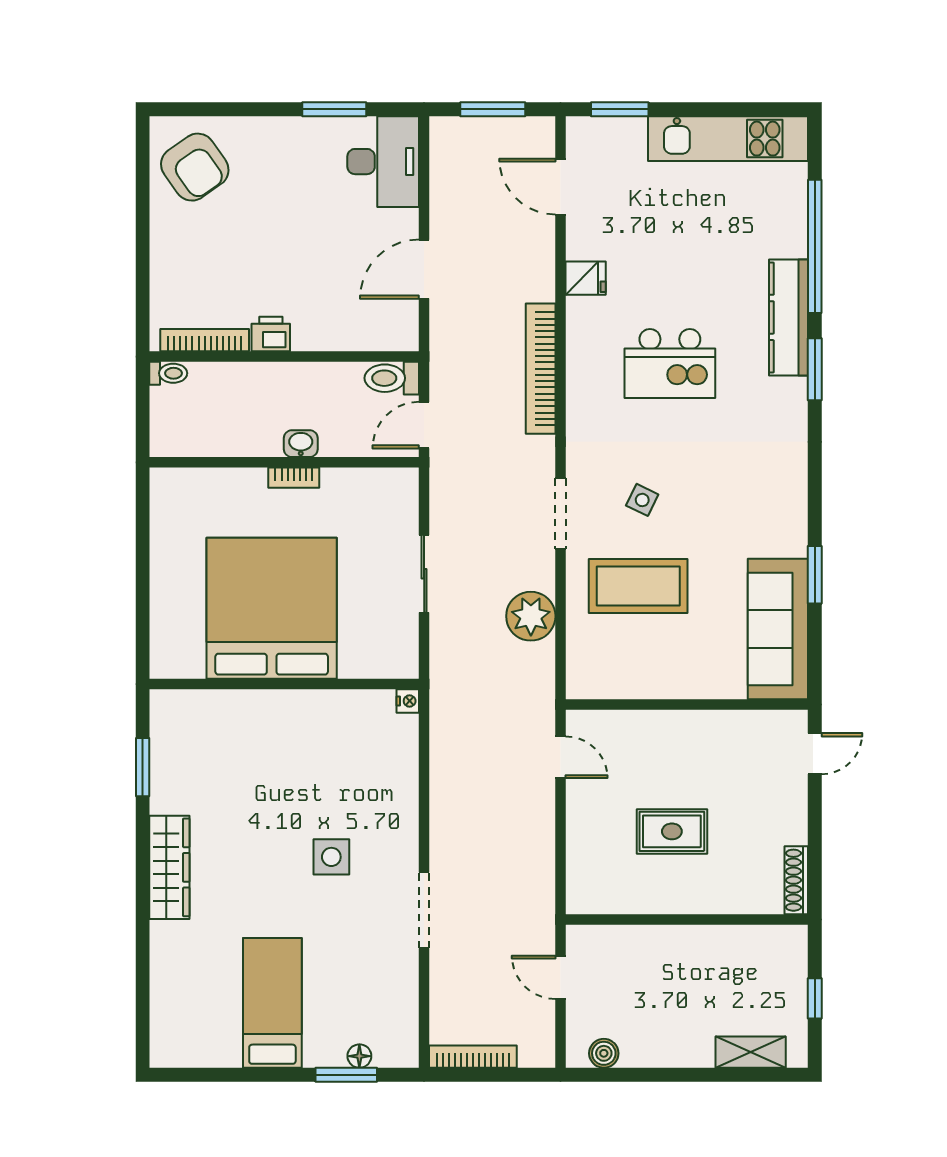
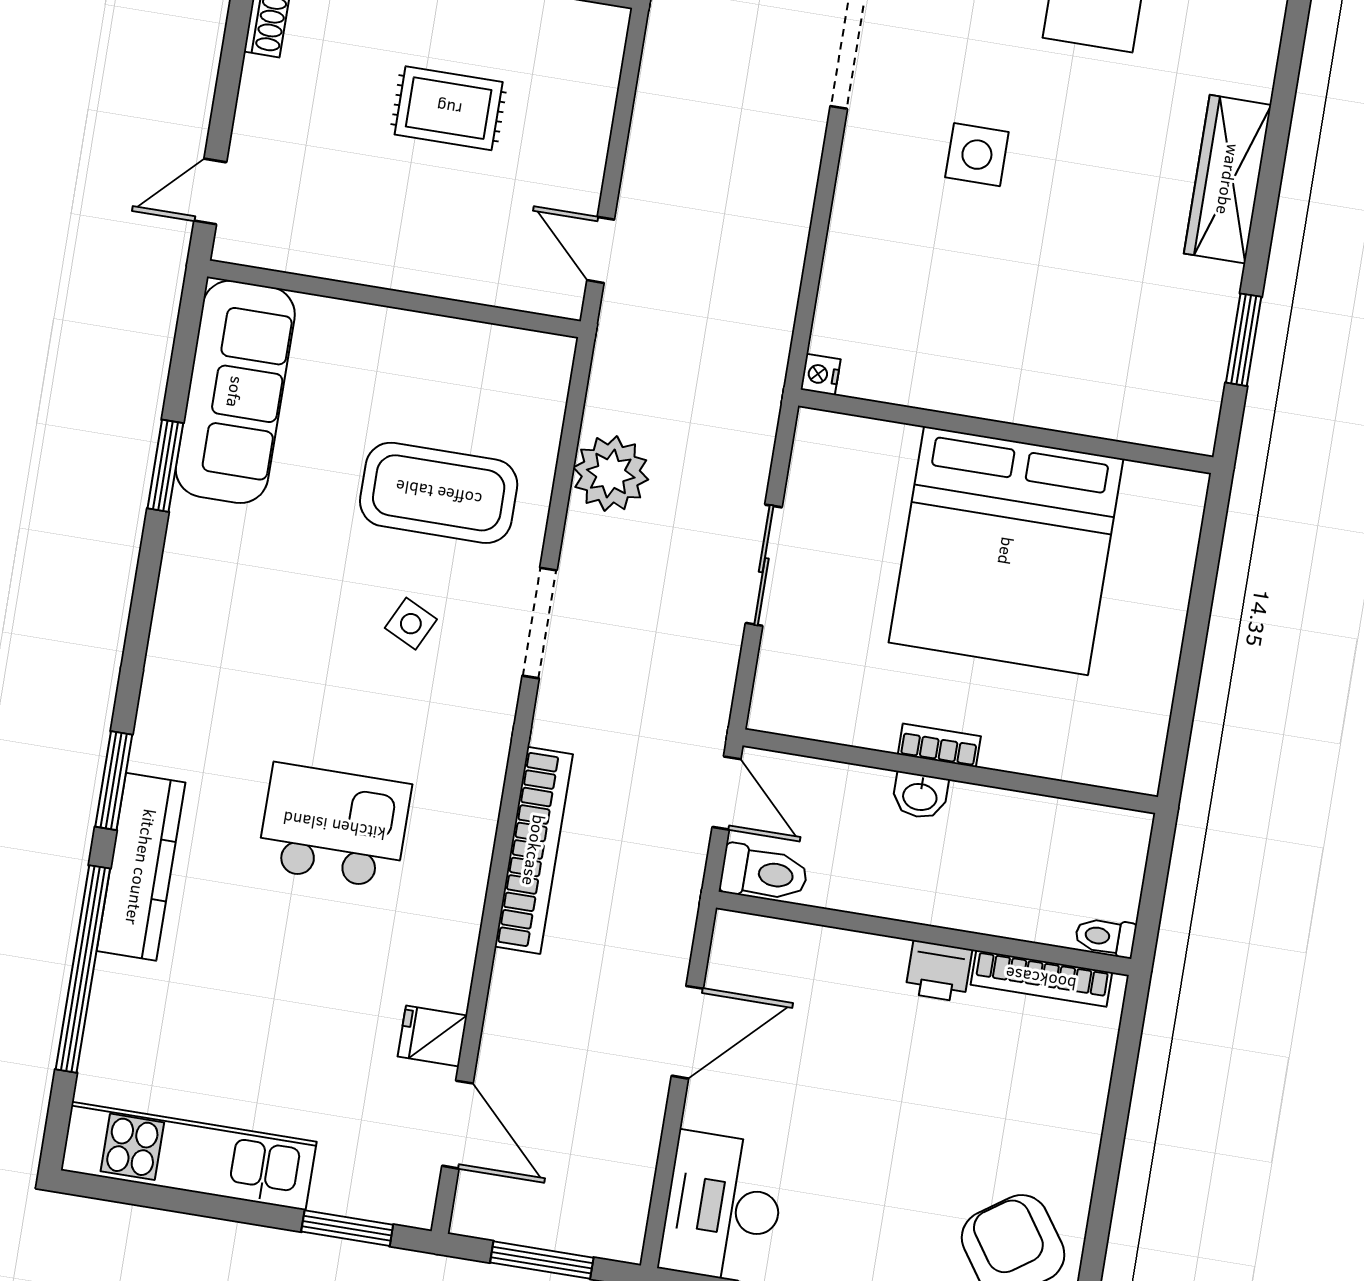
fridge: (586, 278) -> (432, 1036), moved
door: (424, 425) -> (726, 793), hinge flipped

